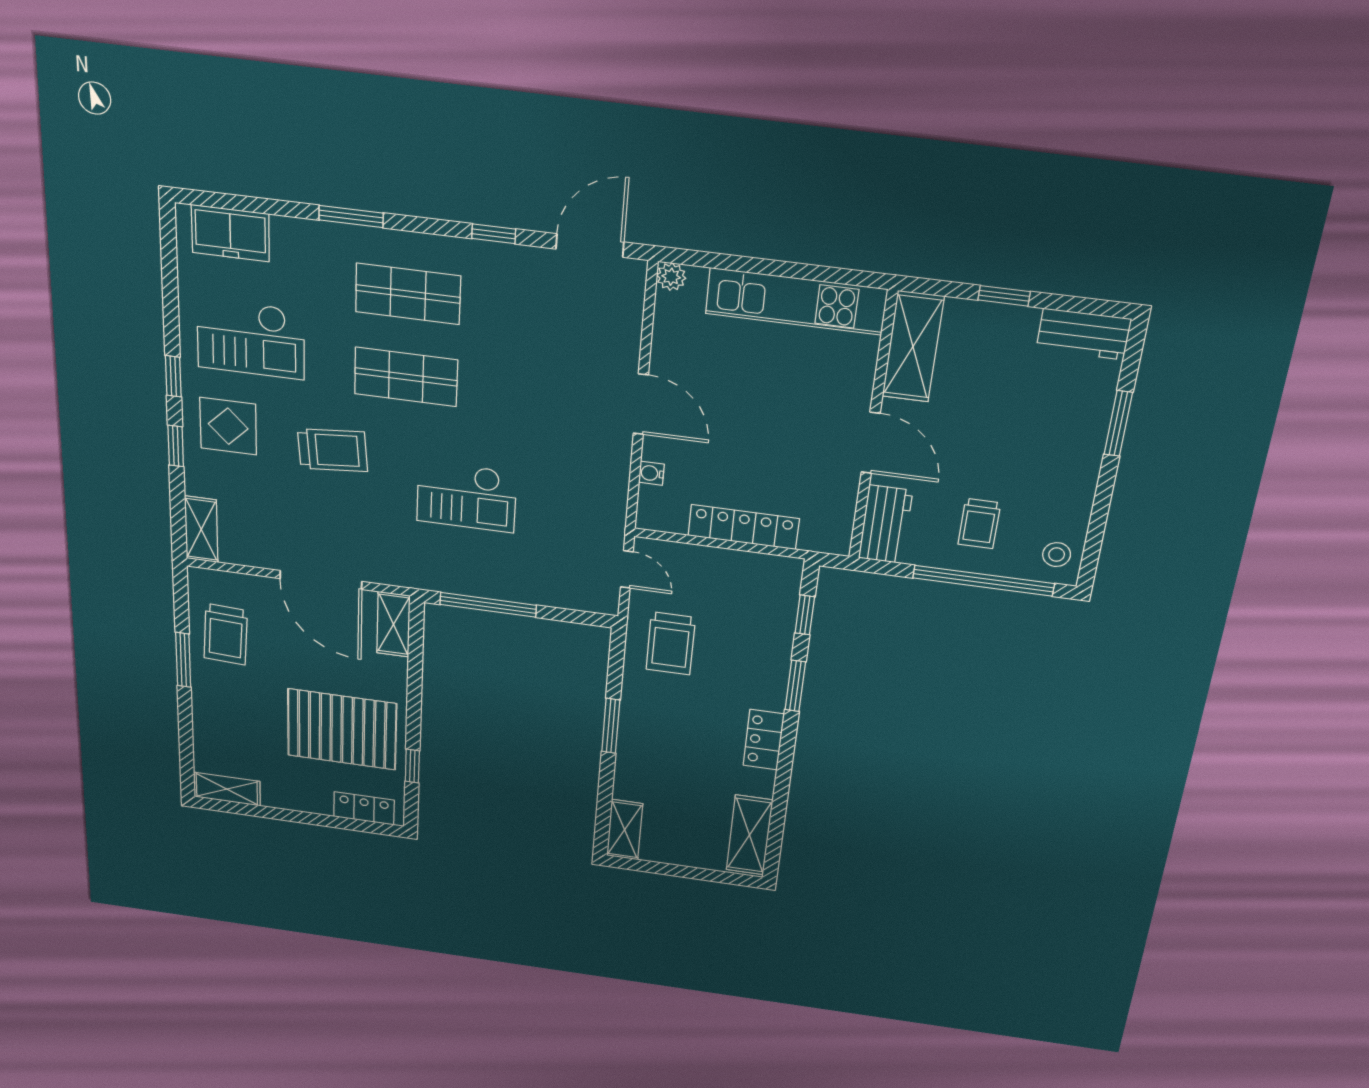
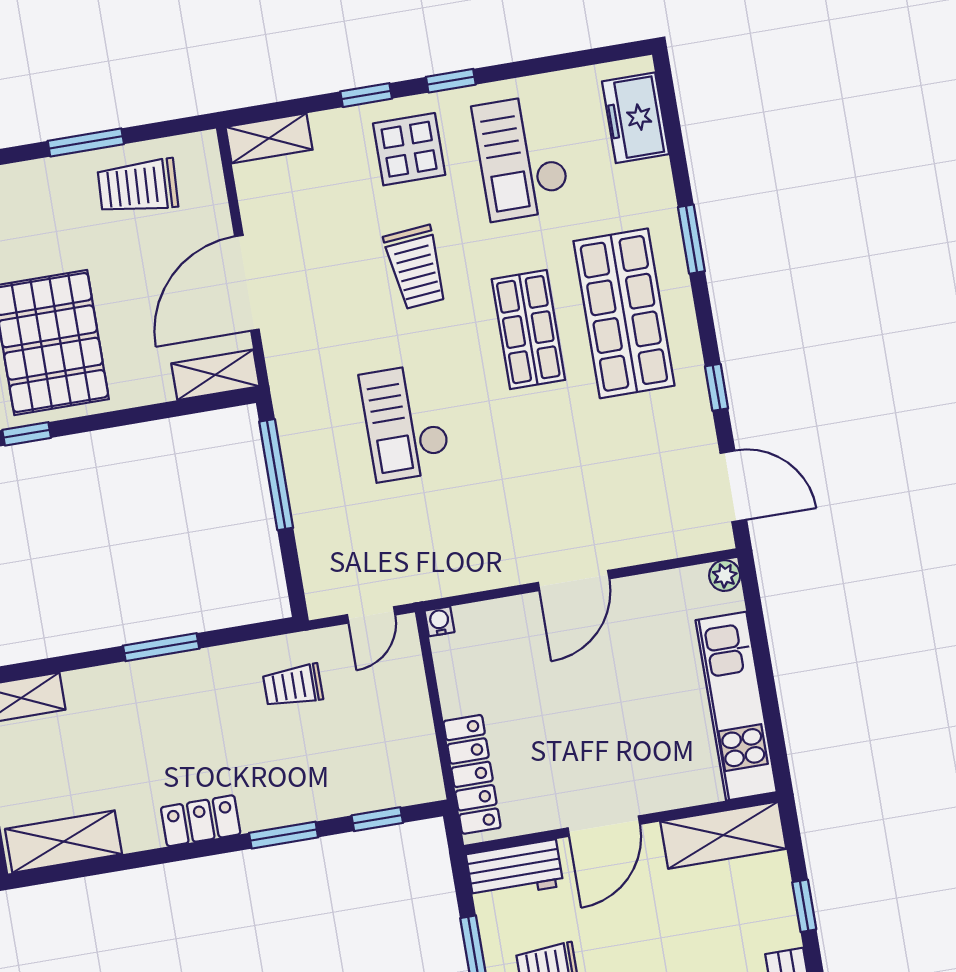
shop shelf: (408, 294) -> (624, 313), width x1.43, depth x1.36
water cooler: (651, 473) -> (439, 621), moved
locker: (744, 527) -> (472, 774), moved
trolley: (671, 643) -> (293, 686), width x0.73, depth x0.72

